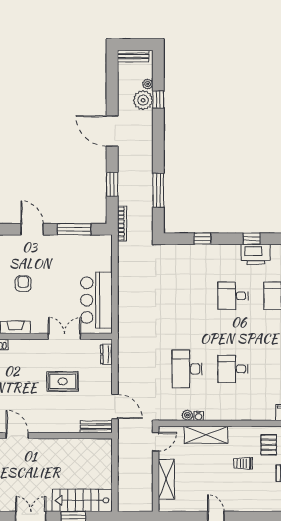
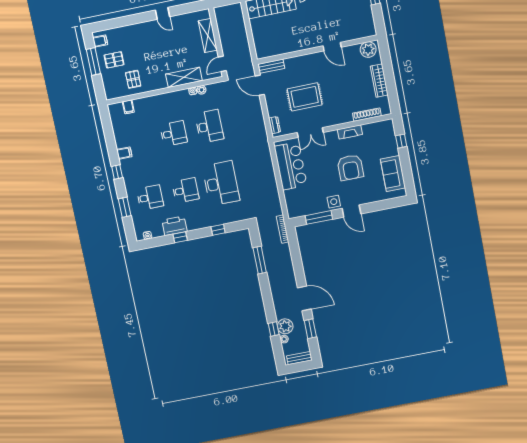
window: (112, 184) -> (310, 329), moved
side table: (52, 245) -> (334, 202), added
armchair: (23, 284) -> (350, 167), width x1.88, depth x1.88
desk: (187, 296) -> (221, 183), added
rug: (63, 381) -> (305, 97), width x1.36, depth x1.43
trolley: (243, 463) -> (150, 61), removed

